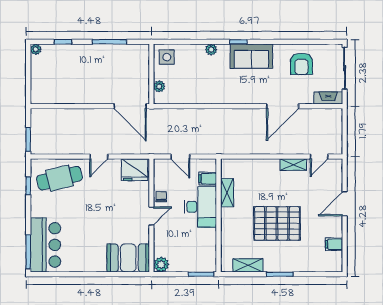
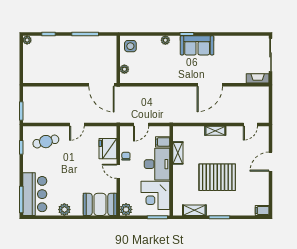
armchair: (302, 64) -> (237, 51), removed
door: (283, 106) -> (210, 85), moved
door: (180, 157) -> (141, 125), hinge flipped
shelving: (293, 165) -> (215, 131), moved
fridge: (135, 170) -> (108, 149), moved, turned 90
cafe table: (59, 178) -> (46, 142), width x0.73, depth x0.74
door: (151, 216) -> (118, 171), swing flipped
filing cabinet: (334, 244) -> (262, 210), moved
corner desk: (198, 247) -> (155, 195), added
plant: (83, 264) -> (64, 210), added

